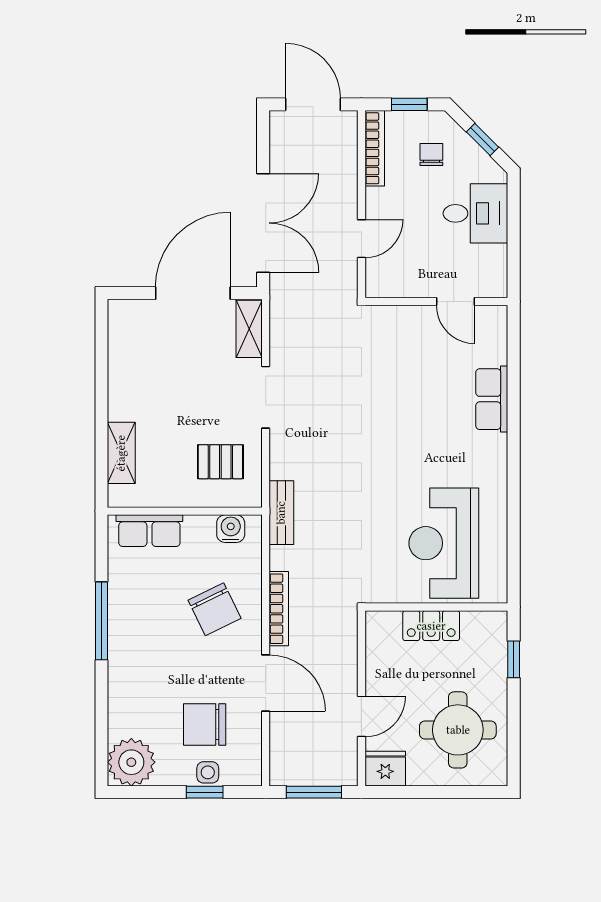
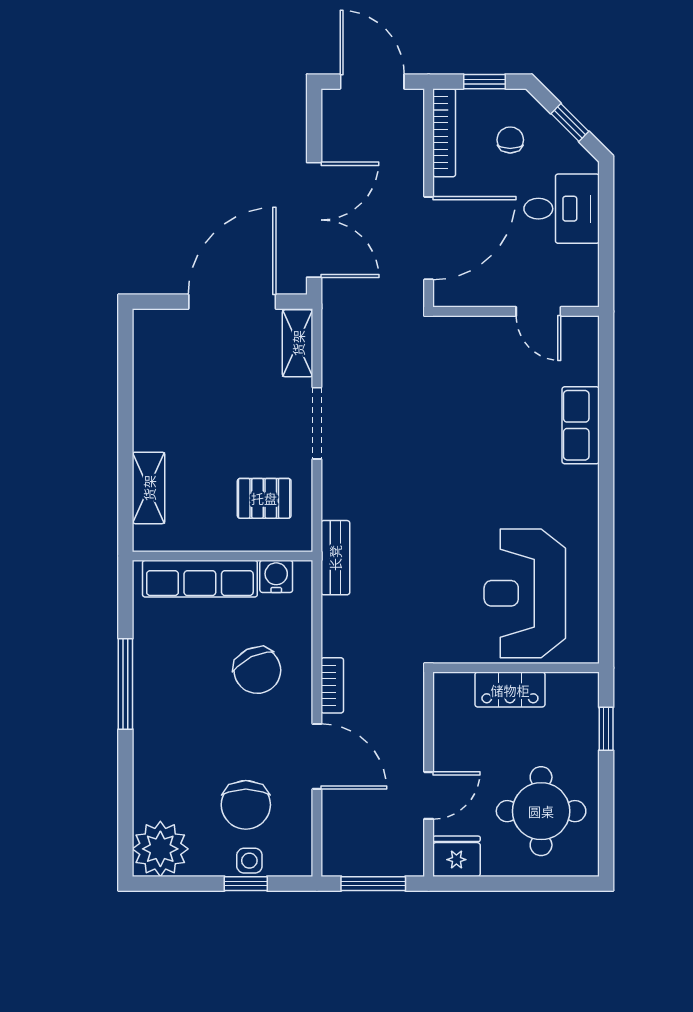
door: (361, 239) -> (429, 238), width x1.87
row of seats: (149, 531) -> (200, 579), width x1.48
bookcase: (279, 609) -> (332, 685), width x0.64
chair: (205, 725) -> (246, 805), turned -90

